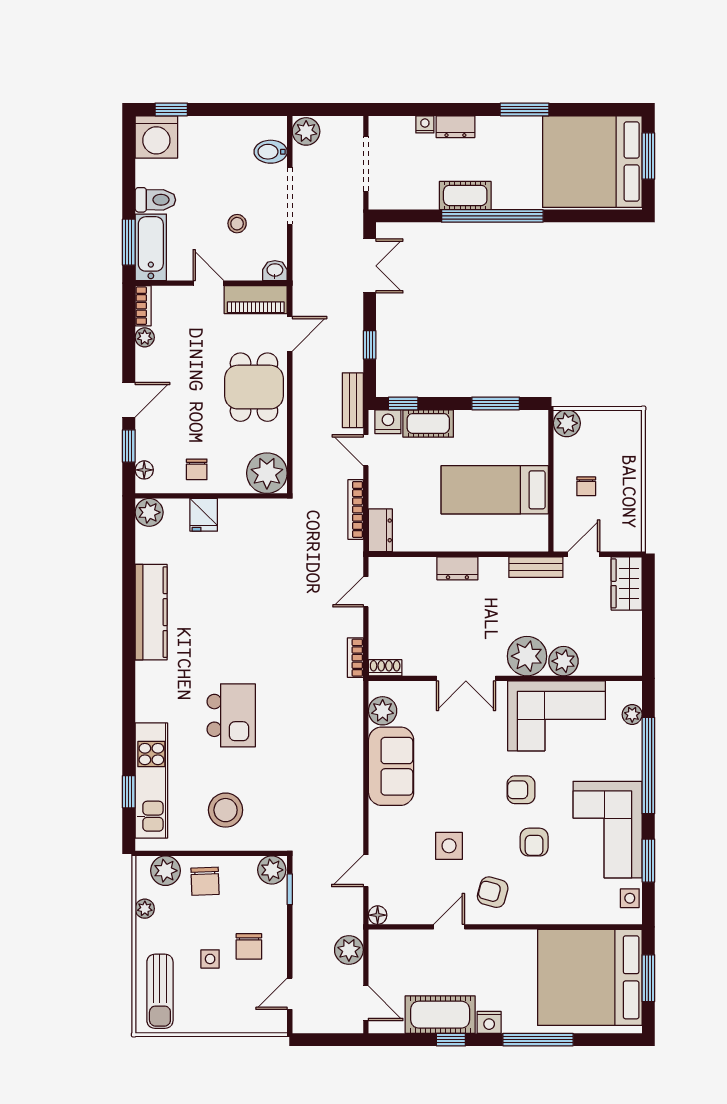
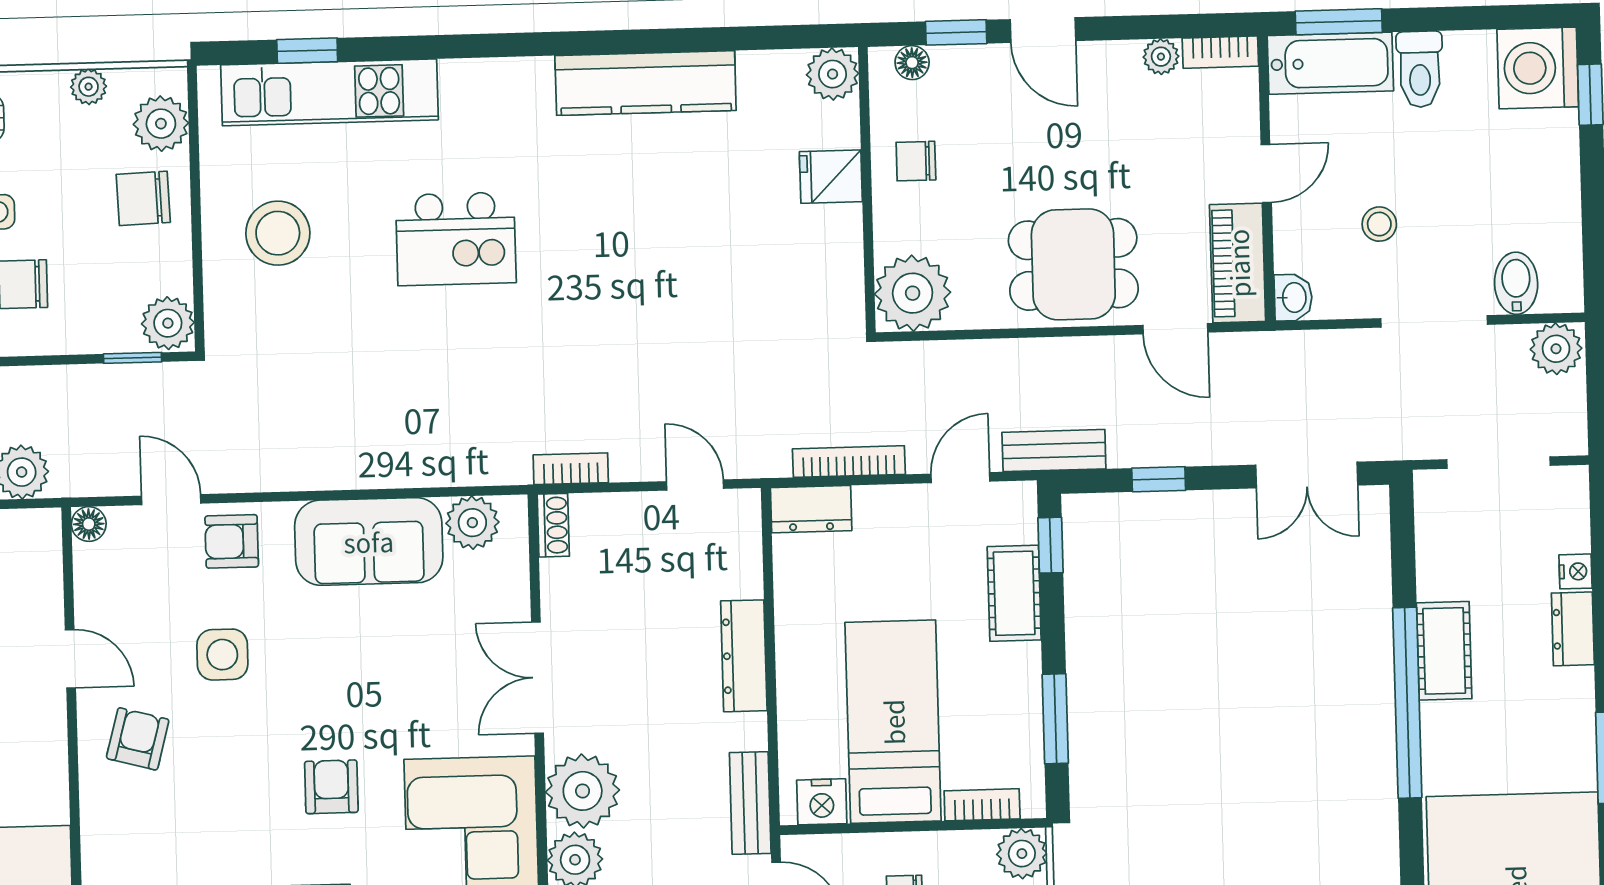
nightstand: (388, 422) -> (822, 802), moved, turned 90
bookcase: (540, 444) -> (982, 805), added
dresser: (457, 568) -> (744, 656), width x1.44
armchair: (534, 842) -> (232, 541), moved

